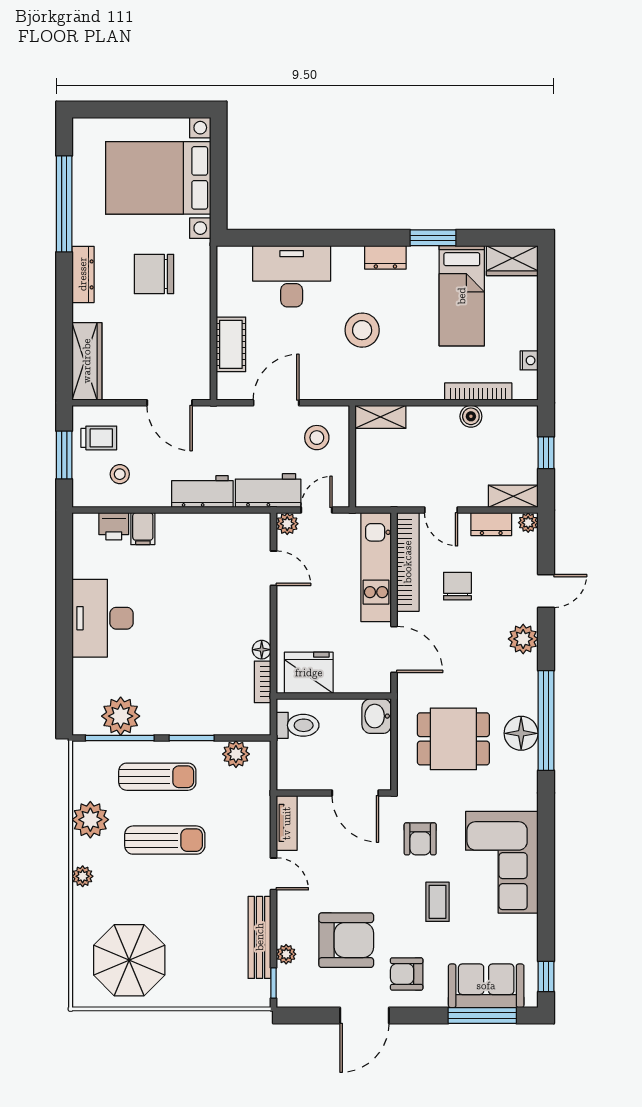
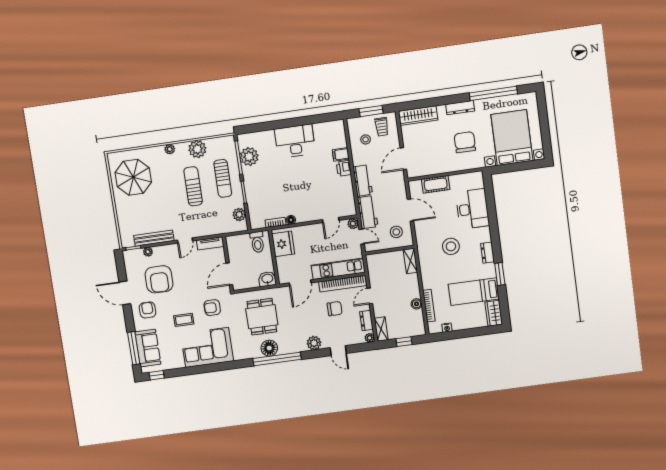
printer: (114, 526) -> (344, 168), moved
sun lounger: (165, 840) -> (193, 186), turned 180

